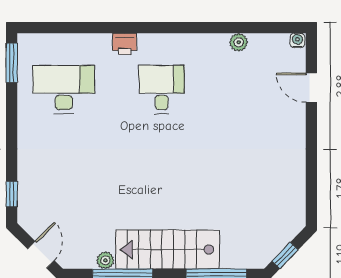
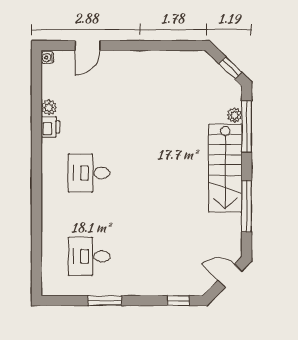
printer: (125, 44) -> (50, 127), moved
window: (12, 63) -> (105, 301), moved
desk: (64, 89) -> (89, 256), width x0.73
plant: (105, 260) -> (235, 115), moved

